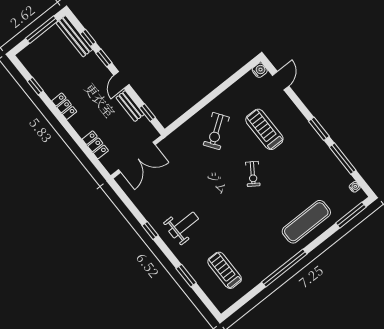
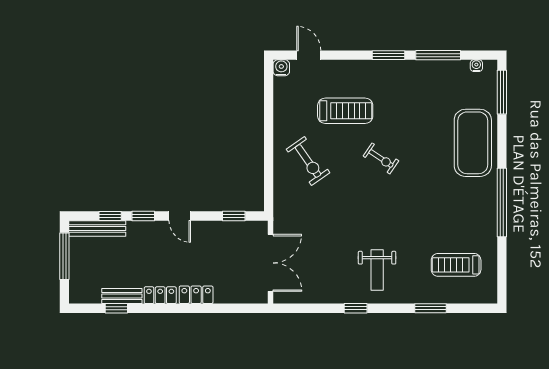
bench: (130, 106) -> (122, 296), moved
treadmill: (264, 129) -> (345, 111), turned 180
locker: (95, 145) -> (196, 295), moved
exercise mat: (306, 222) -> (473, 143), width x1.47
weight bench: (184, 225) -> (377, 270), turned 180

